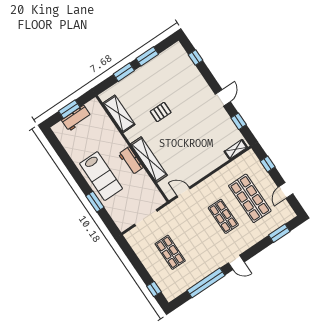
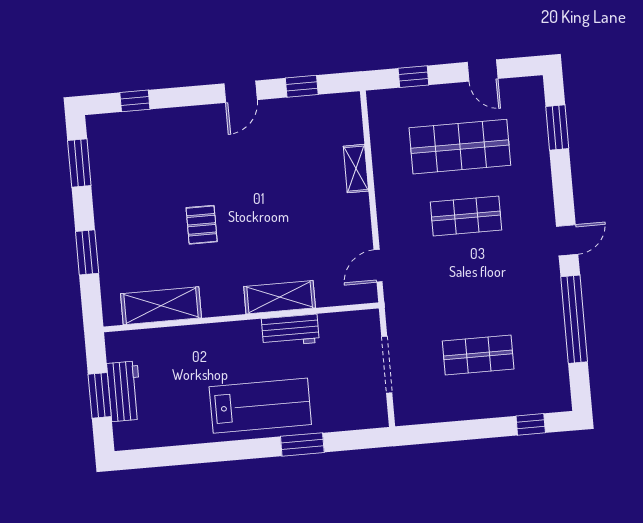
window: (147, 56) -> (79, 163), moved
door: (223, 98) -> (241, 92), swing flipped
shelving: (236, 149) -> (356, 169), moved
shelving: (149, 160) -> (280, 297), width x0.68
workbench: (131, 161) -> (290, 331), moved

